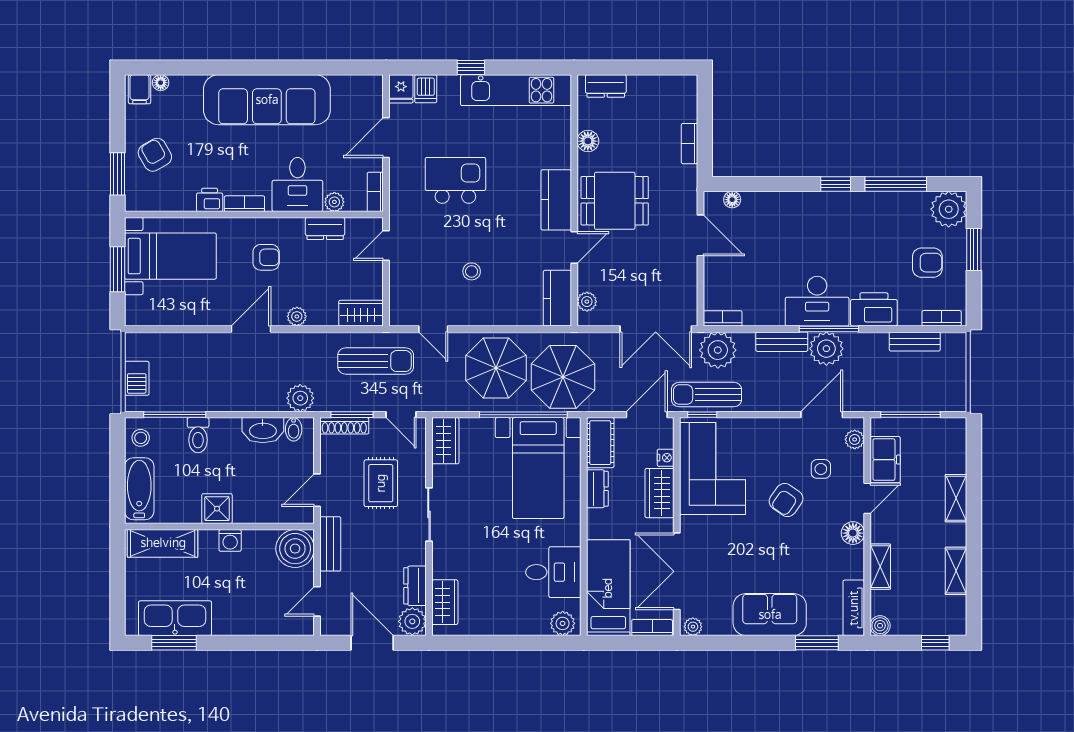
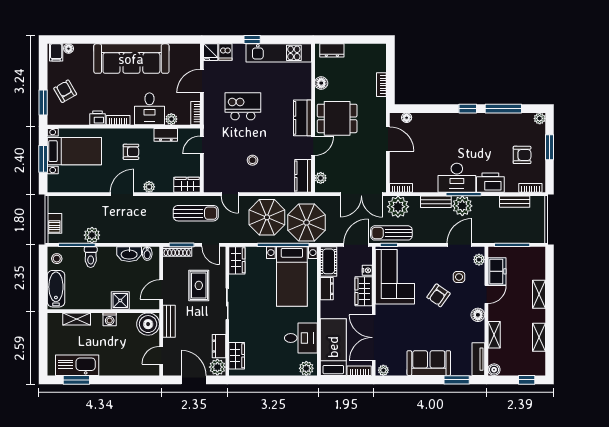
plant: (949, 209) -> (540, 118), width x0.53, depth x0.53
plant: (300, 398) -> (92, 235), moved
shower: (217, 509) -> (120, 300), moved
shelving: (163, 543) -> (77, 319), width x0.67, depth x0.75

